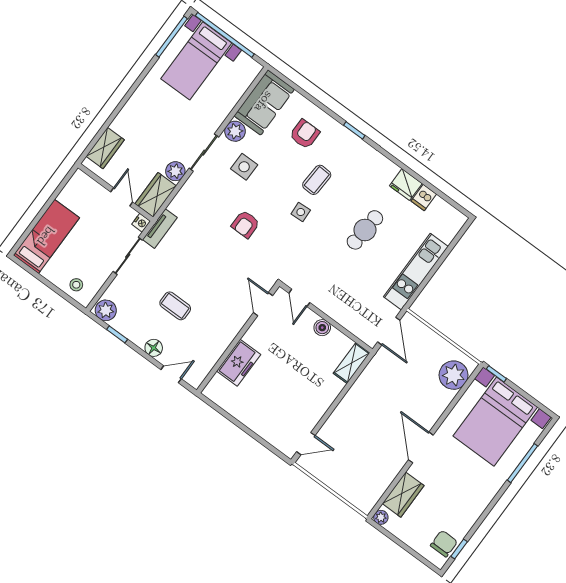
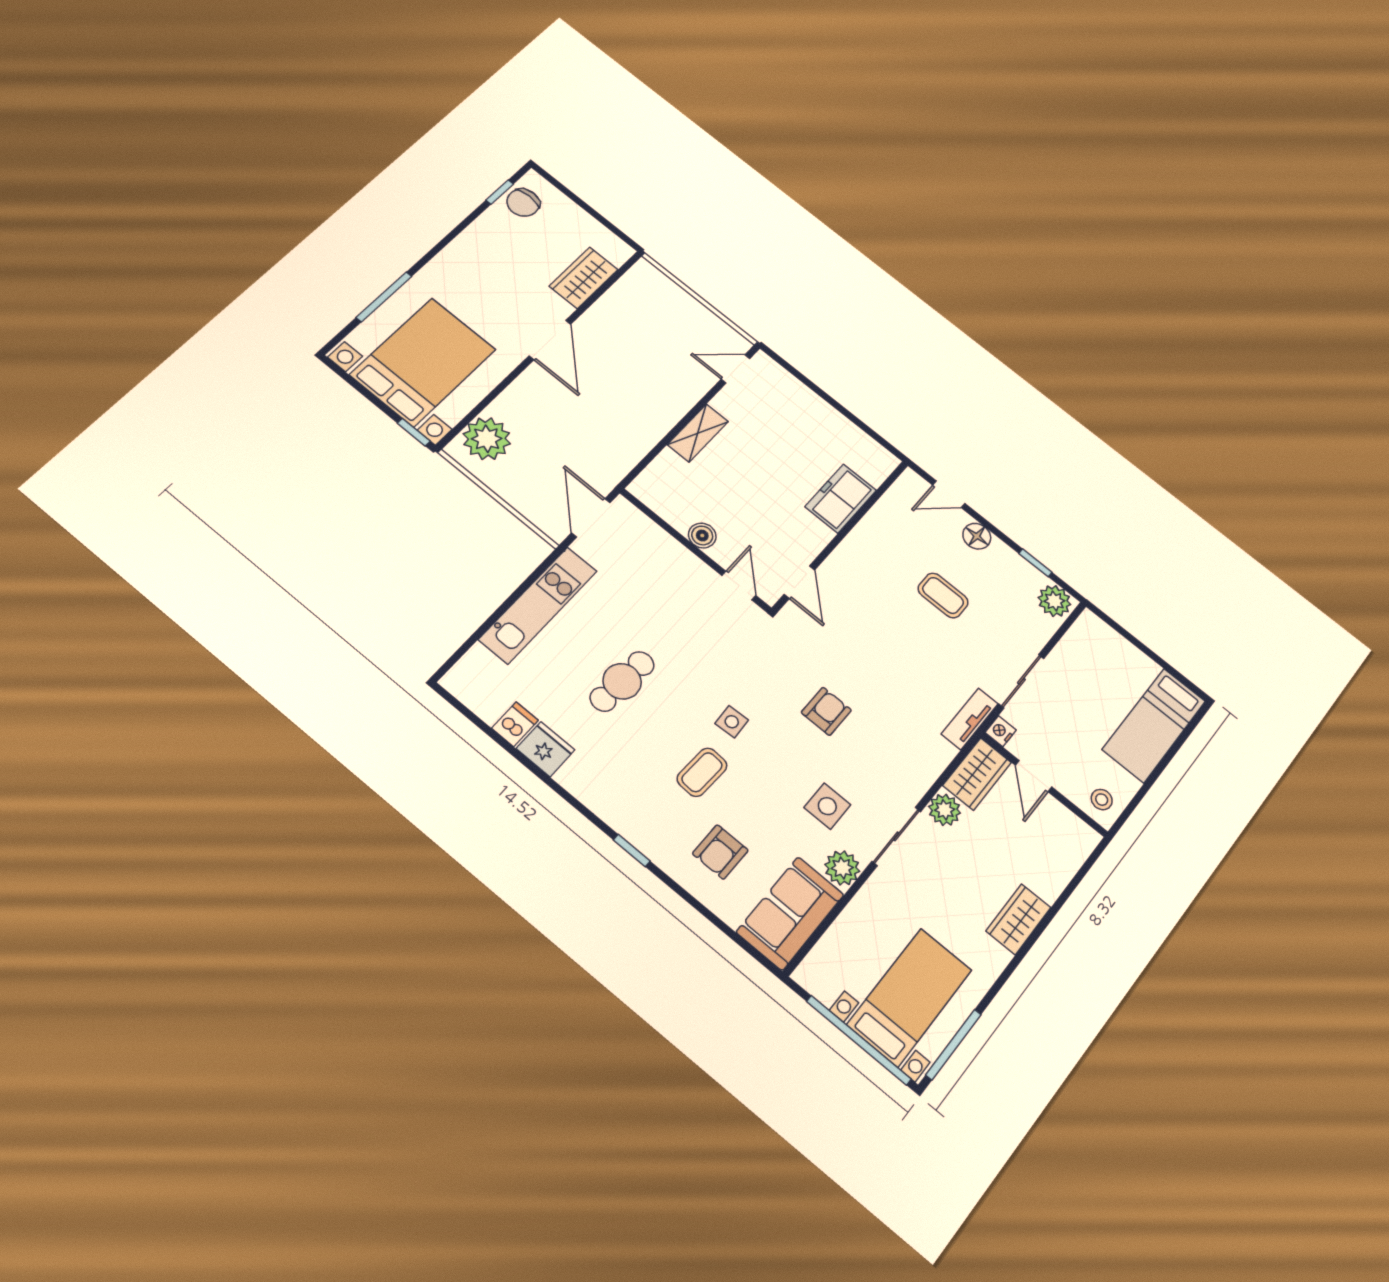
wardrobe: (105, 148) -> (1018, 919), moved
stool: (76, 285) -> (1102, 800), moved
shelving: (352, 363) -> (698, 433), moved
plant: (381, 517) -> (621, 251), removed

